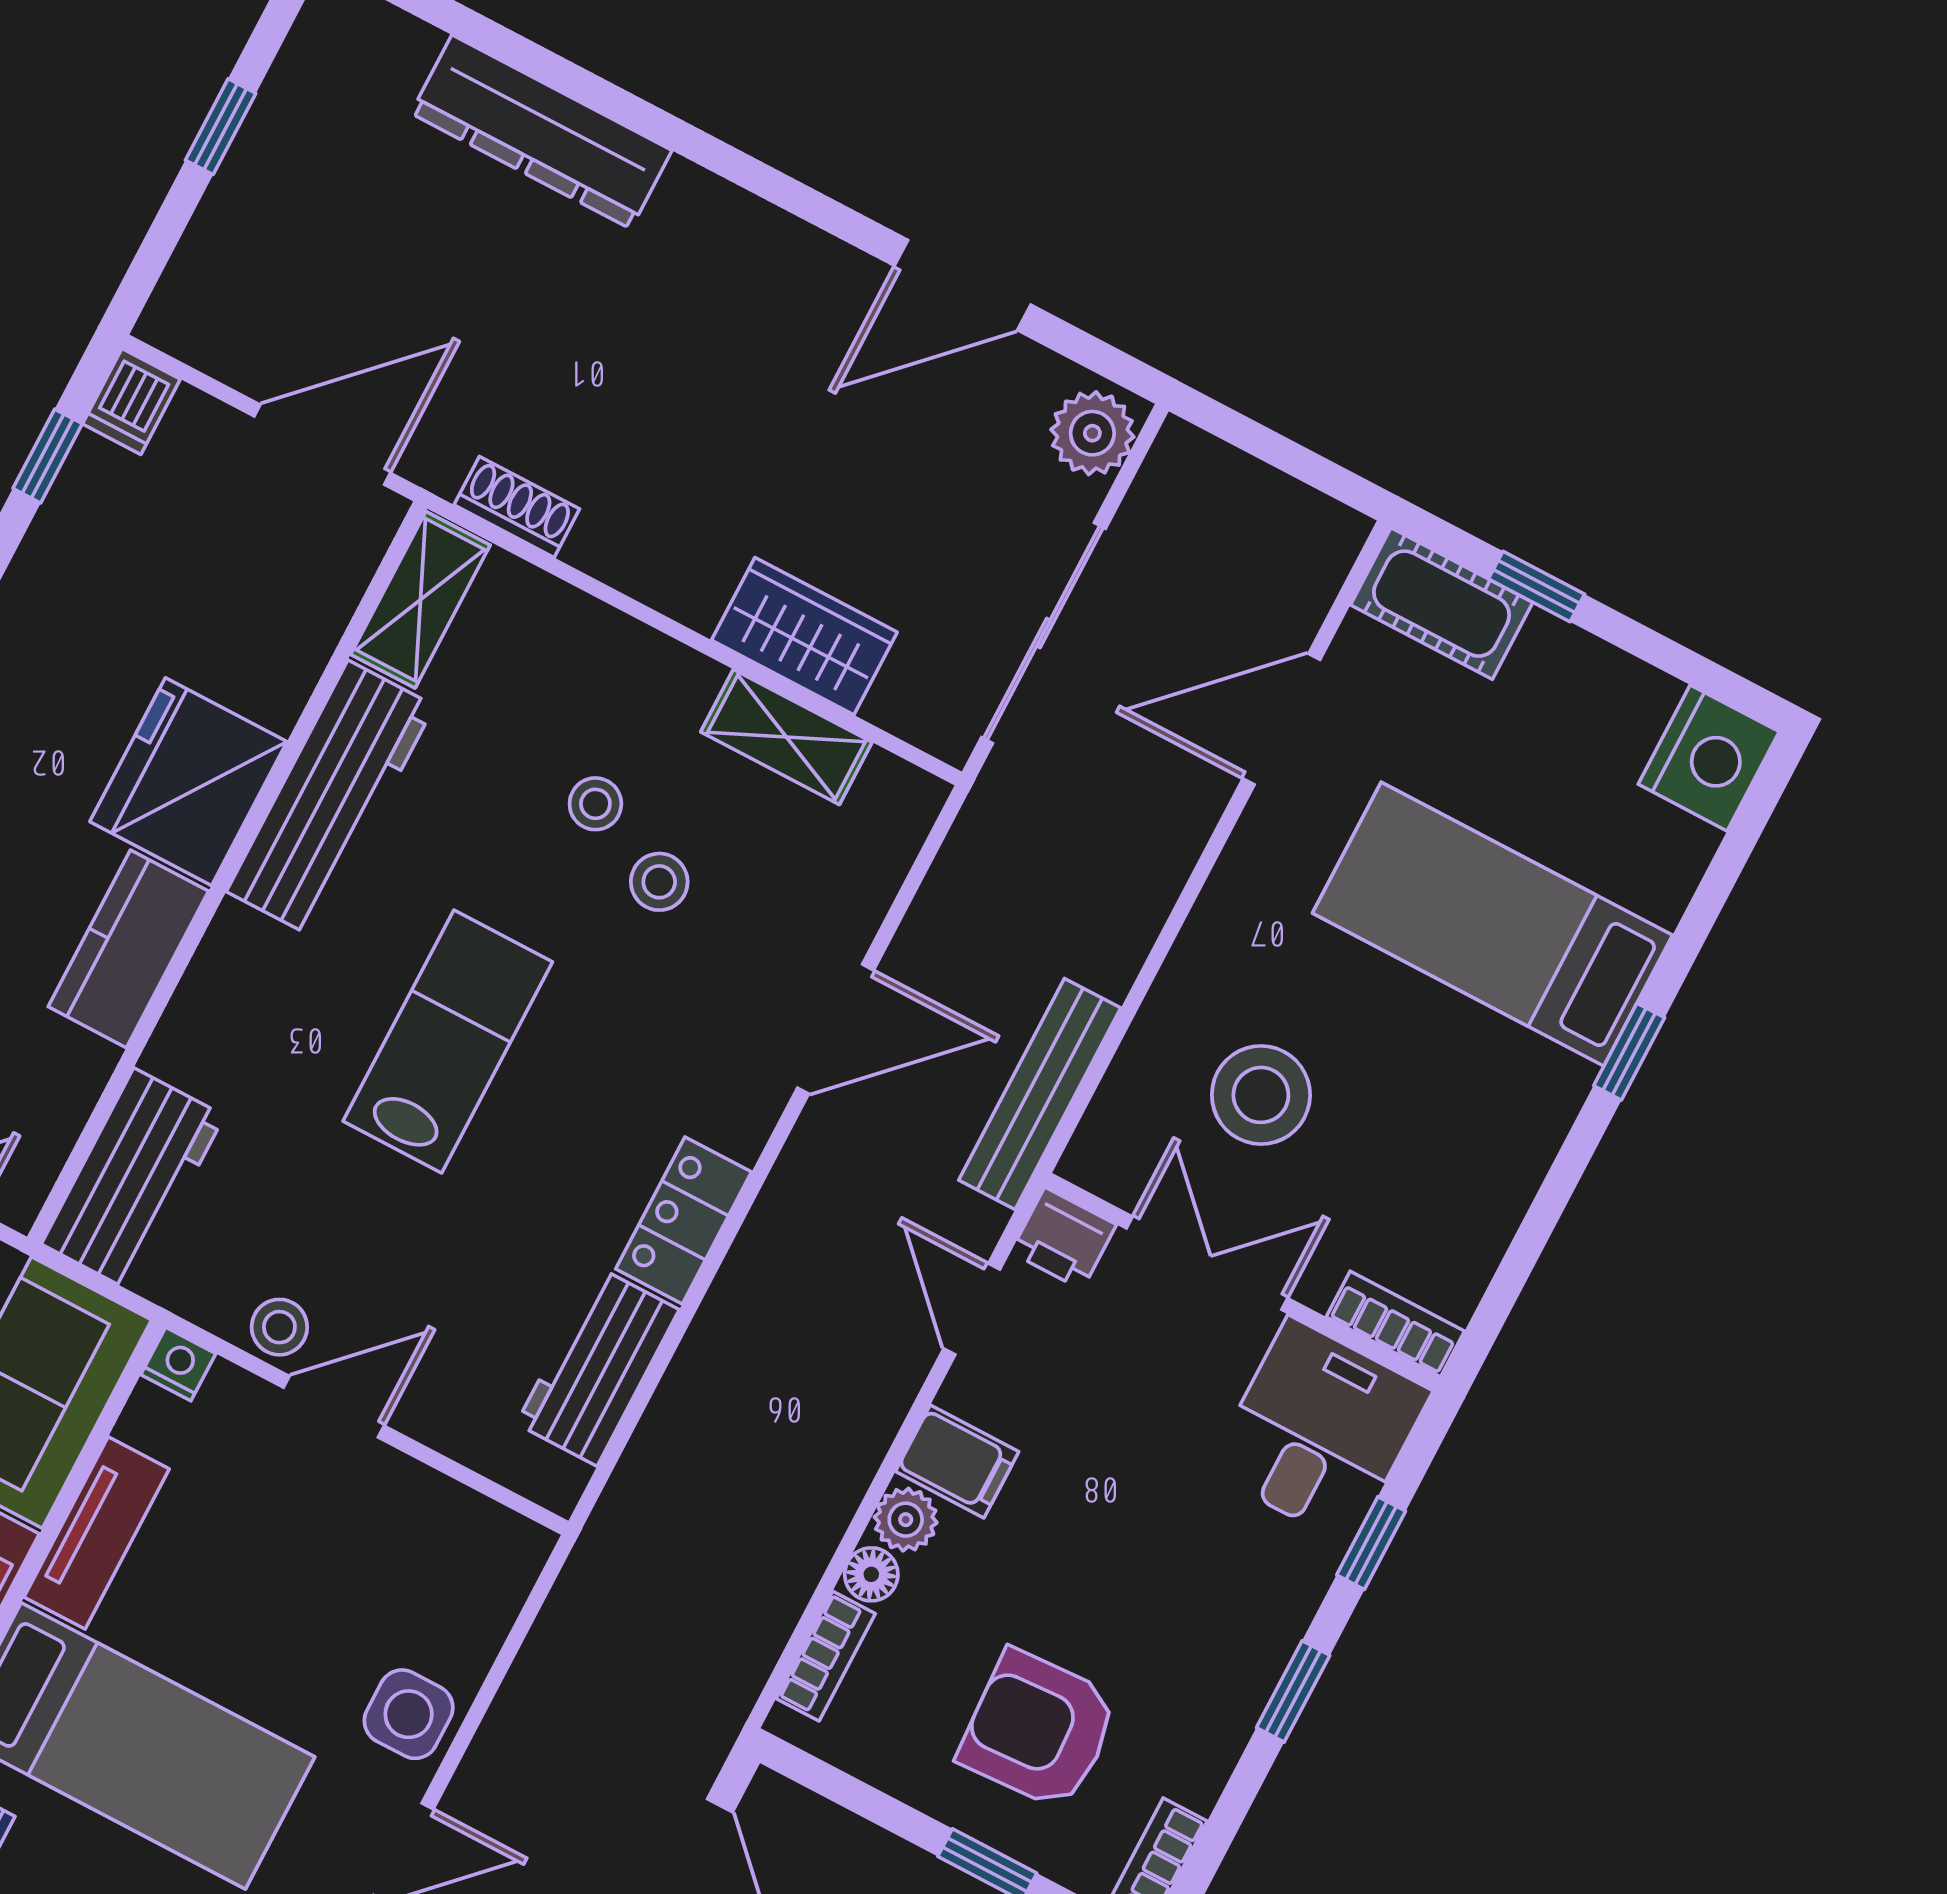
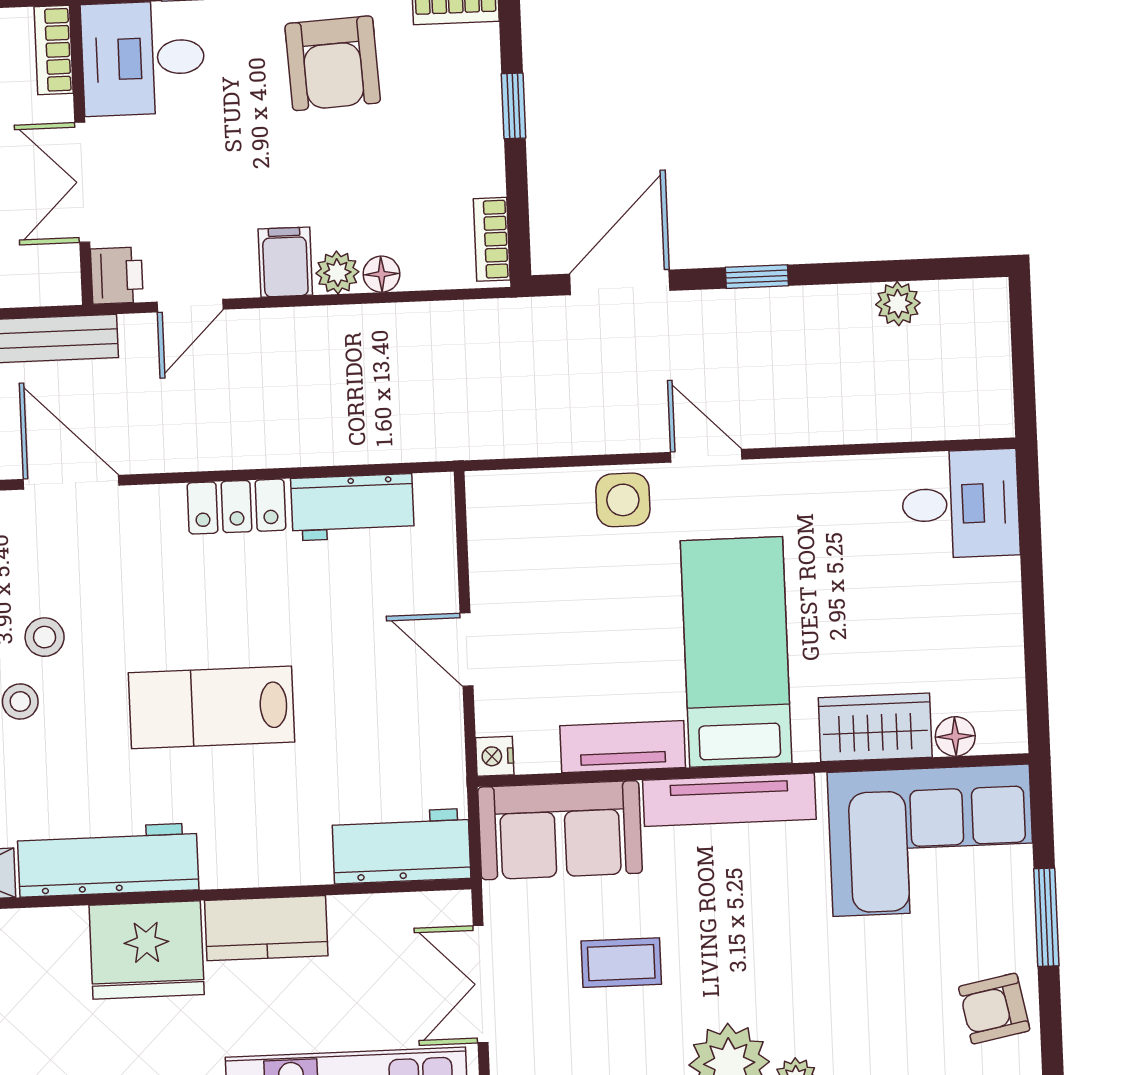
stool: (279, 1327) -> (438, 709), removed
bookcase: (826, 1656) -> (492, 239), moved, turned -90
armchair: (1039, 1730) -> (333, 63), moved

